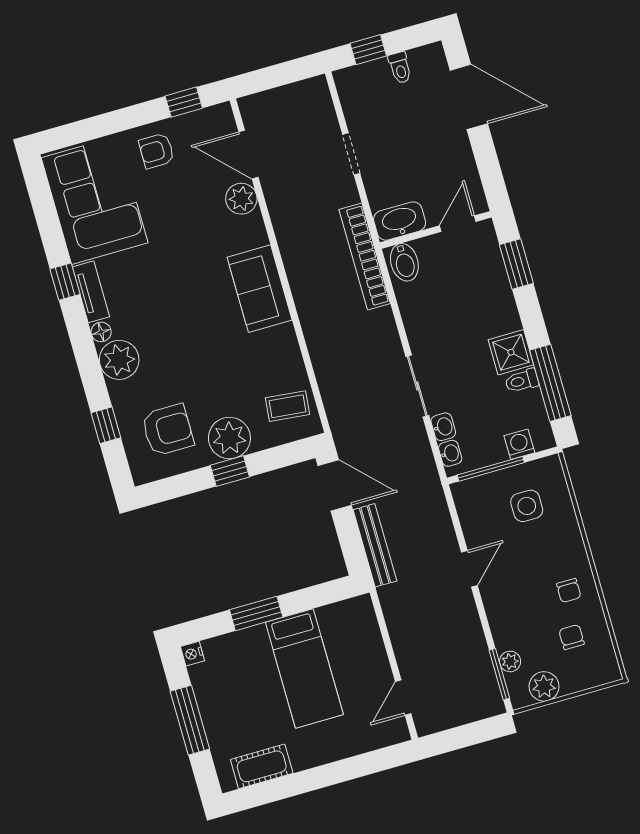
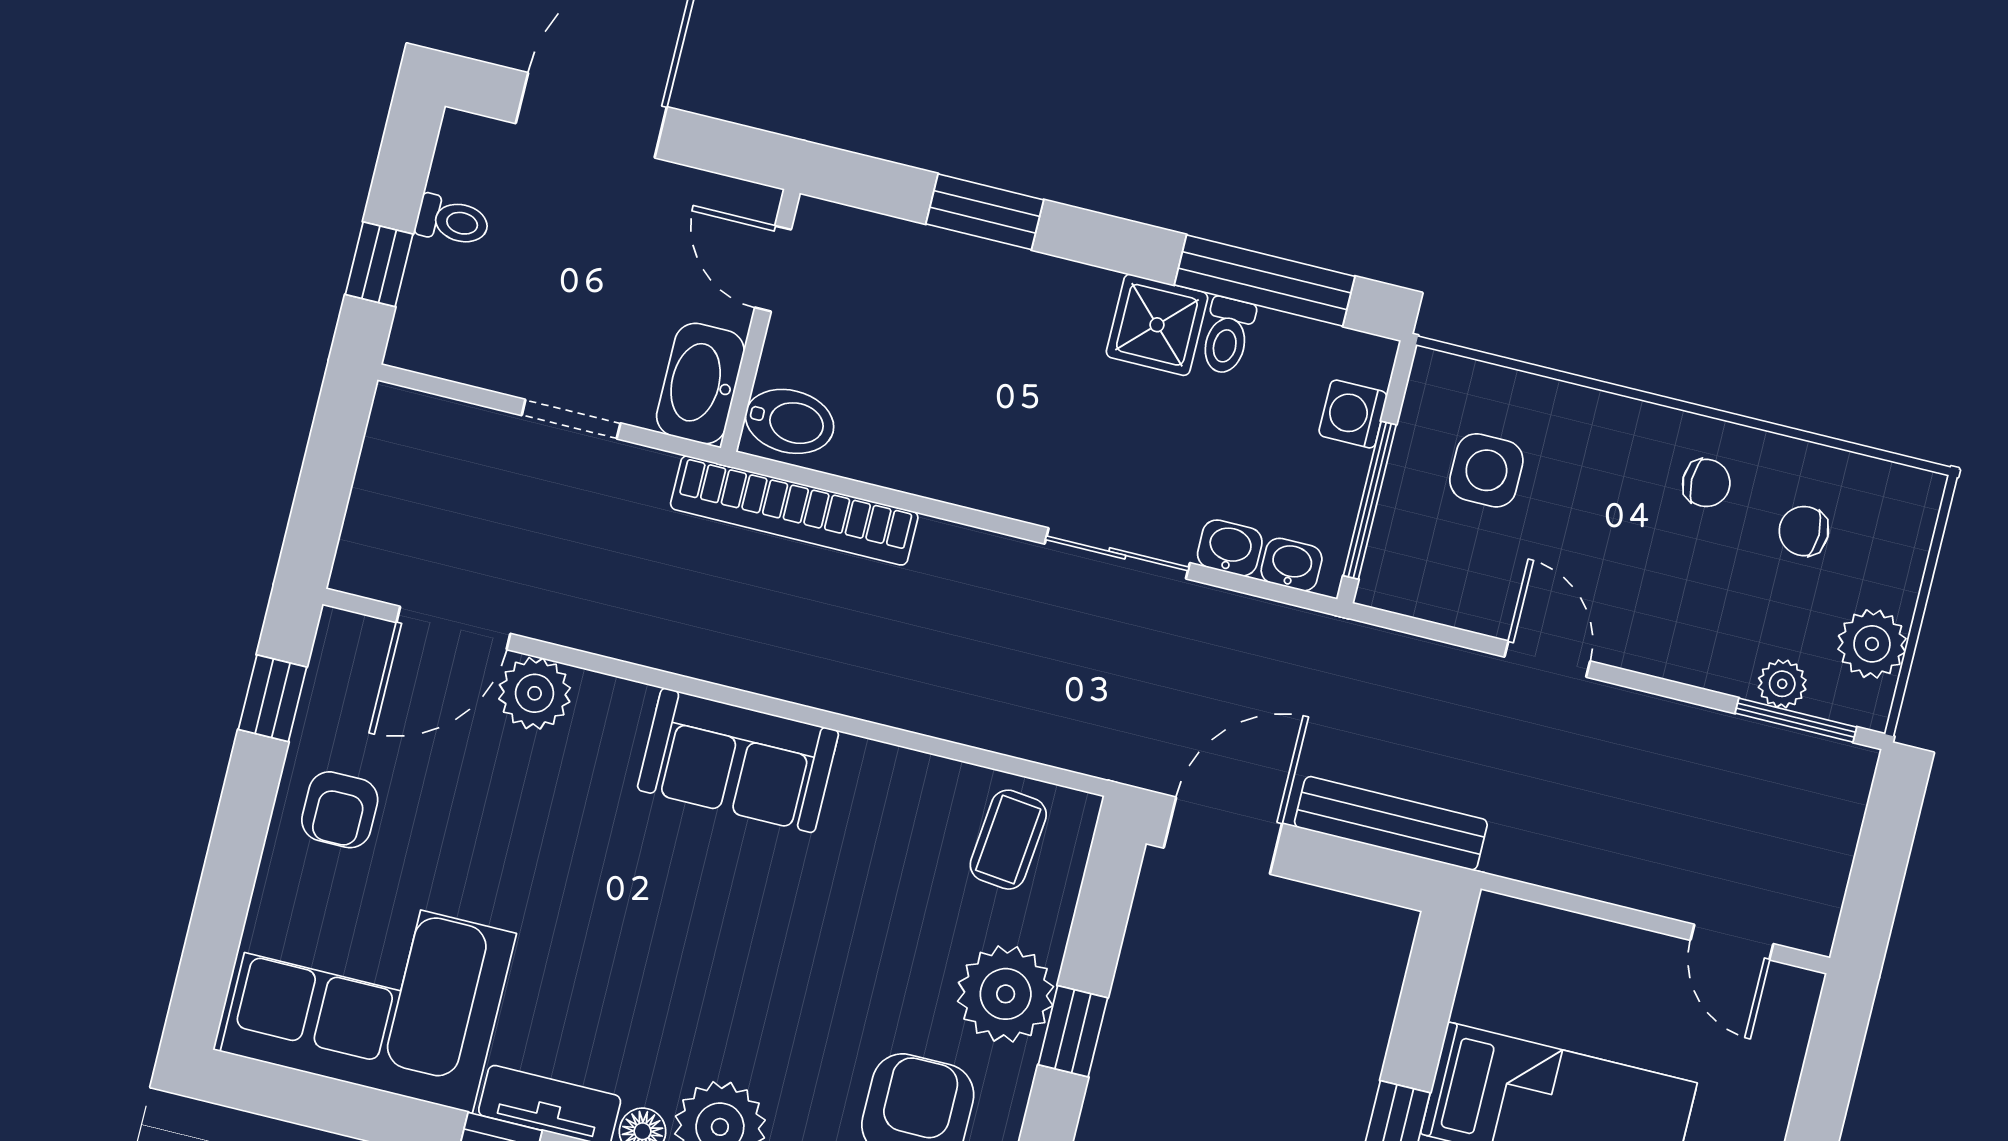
washbasin: (400, 221) -> (700, 383), moved
door: (458, 224) -> (773, 269), moved
wall: (436, 230) -> (760, 320), moved
bidet: (404, 262) -> (790, 421), moved

